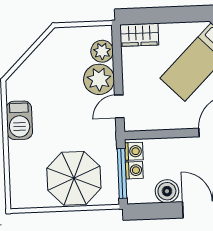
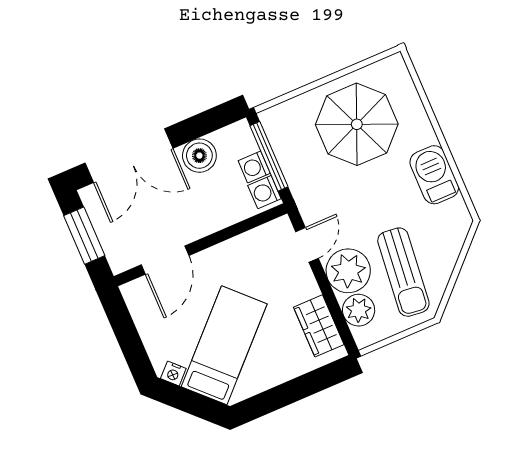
wardrobe: (139, 35) -> (319, 326), moved, turned -90
sun lounger: (64, 65) -> (403, 272), added
parasol: (74, 178) -> (357, 124), moved

